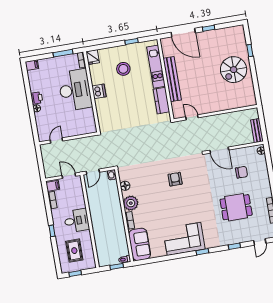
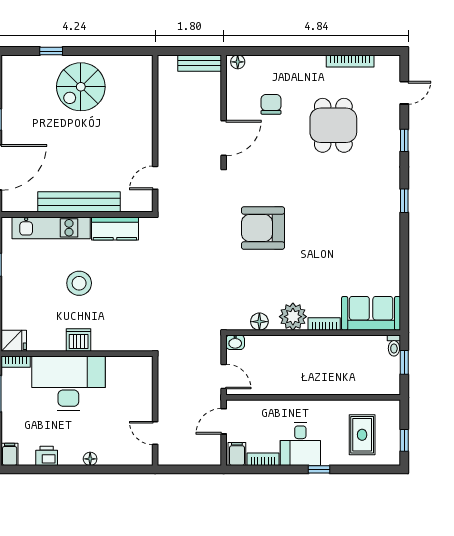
stool: (123, 69) -> (79, 283), moved
spiral stairs: (234, 70) -> (81, 87), turned 90
printer: (37, 98) -> (47, 456), moved
armchair: (175, 179) -> (263, 228), width x1.88, depth x1.88
desk: (77, 221) -> (300, 444), moved, turned 180
corner sofa: (184, 239) -> (375, 230), removed
door: (260, 242) -> (404, 93), hinge flipped
rug: (74, 251) -> (362, 435), turned 90

